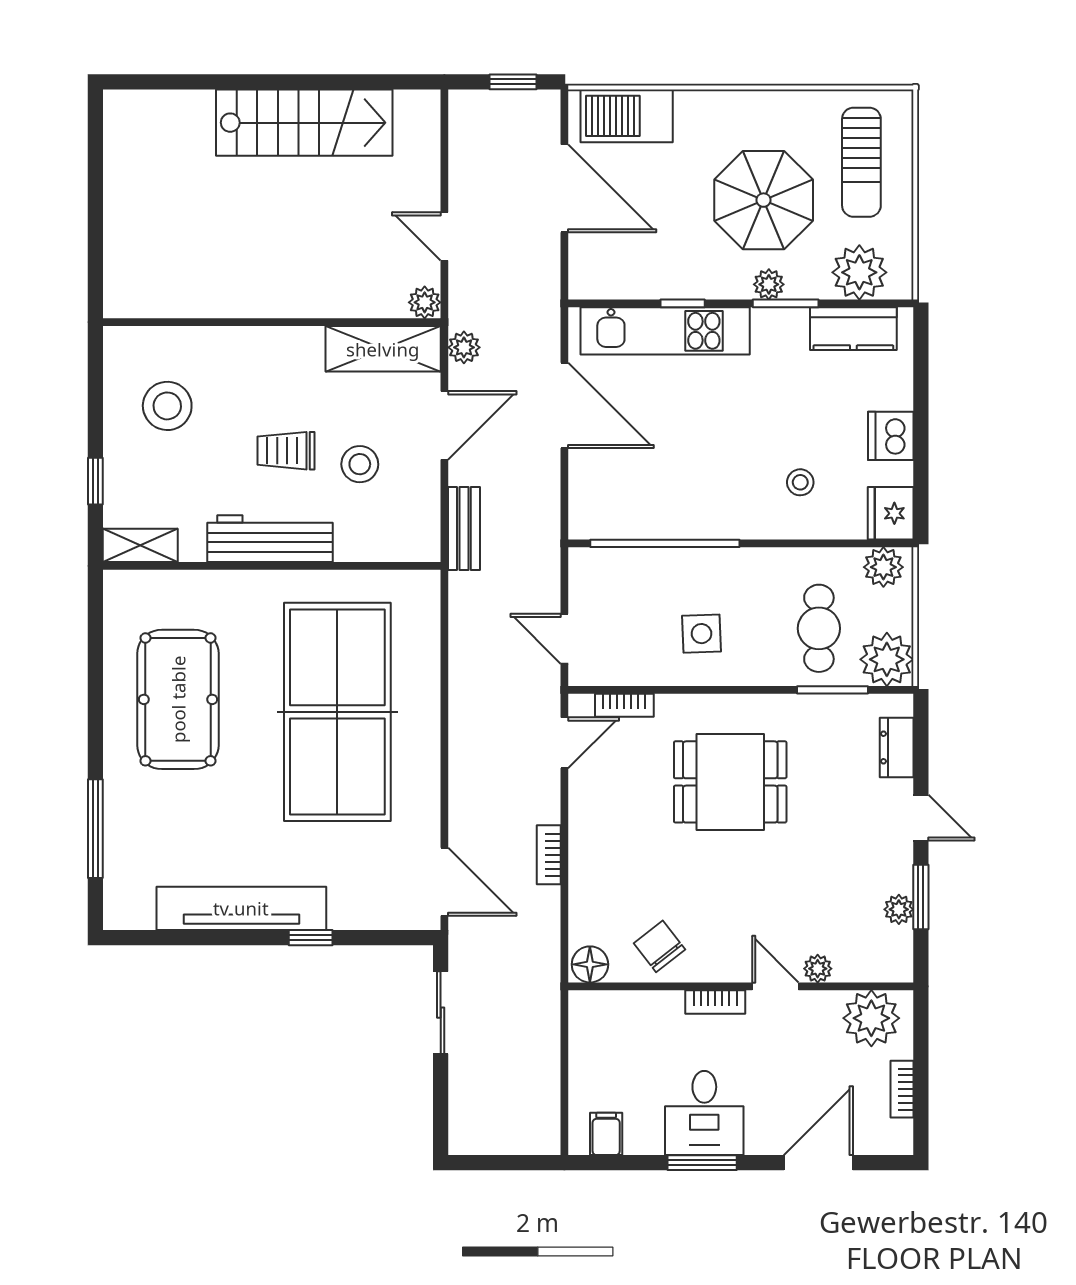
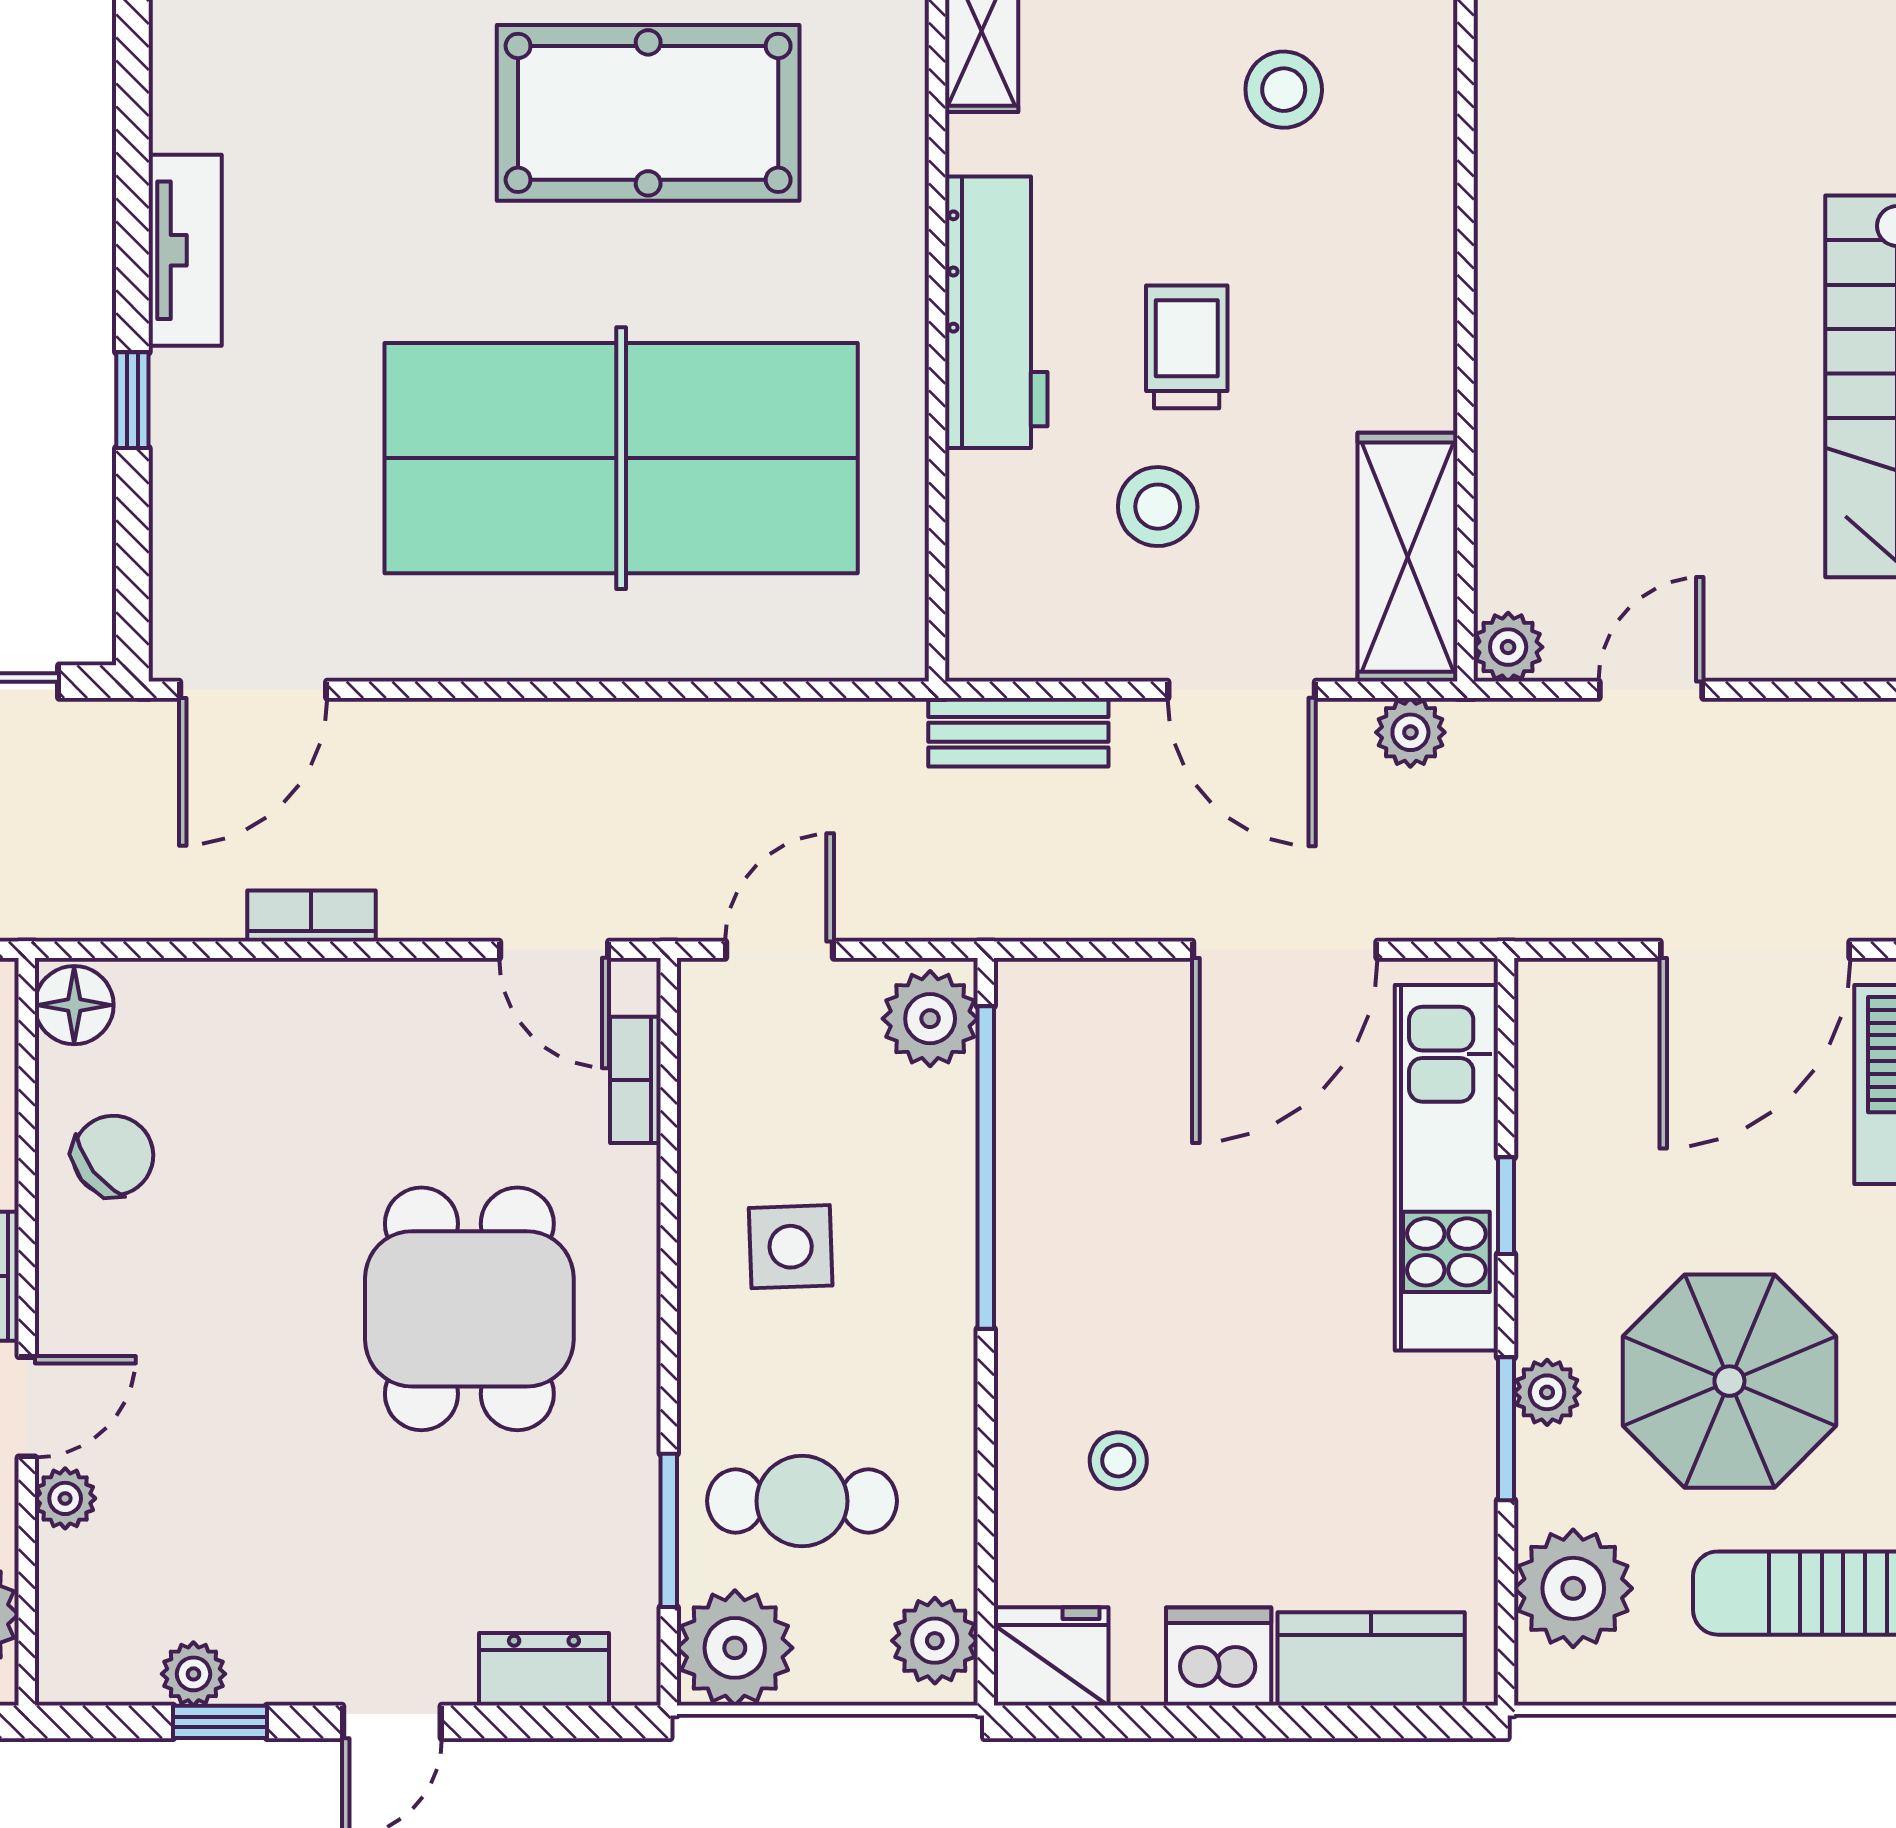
kitchen counter: (853, 329) -> (1371, 1659), moved, turned 90
stool: (167, 406) -> (1284, 90), width x0.73, depth x0.73
plant: (596, 569) -> (930, 1019), added
window: (921, 897) -> (220, 1722), width x0.67
tv unit: (241, 908) -> (185, 250), width x0.52, depth x0.78

